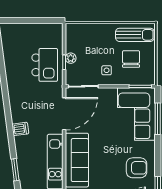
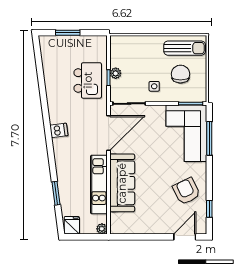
window: (26, 21) -> (68, 33), added
dishwasher: (20, 129) -> (59, 130), moved
armchair: (137, 168) -> (186, 191), turned -116

